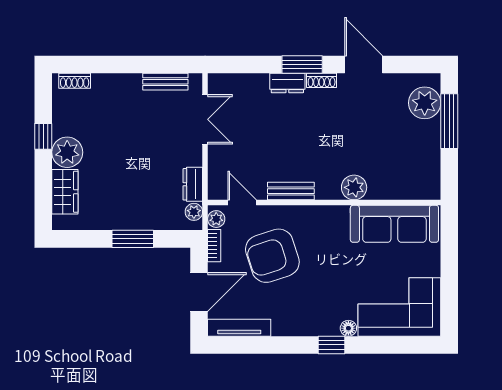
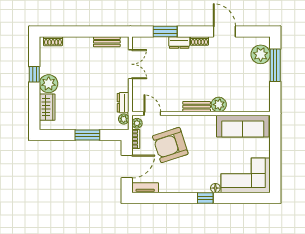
window: (302, 64) -> (165, 32), moved
bench: (291, 191) -> (197, 107), moved
tv unit: (239, 328) -> (145, 188), width x0.71

